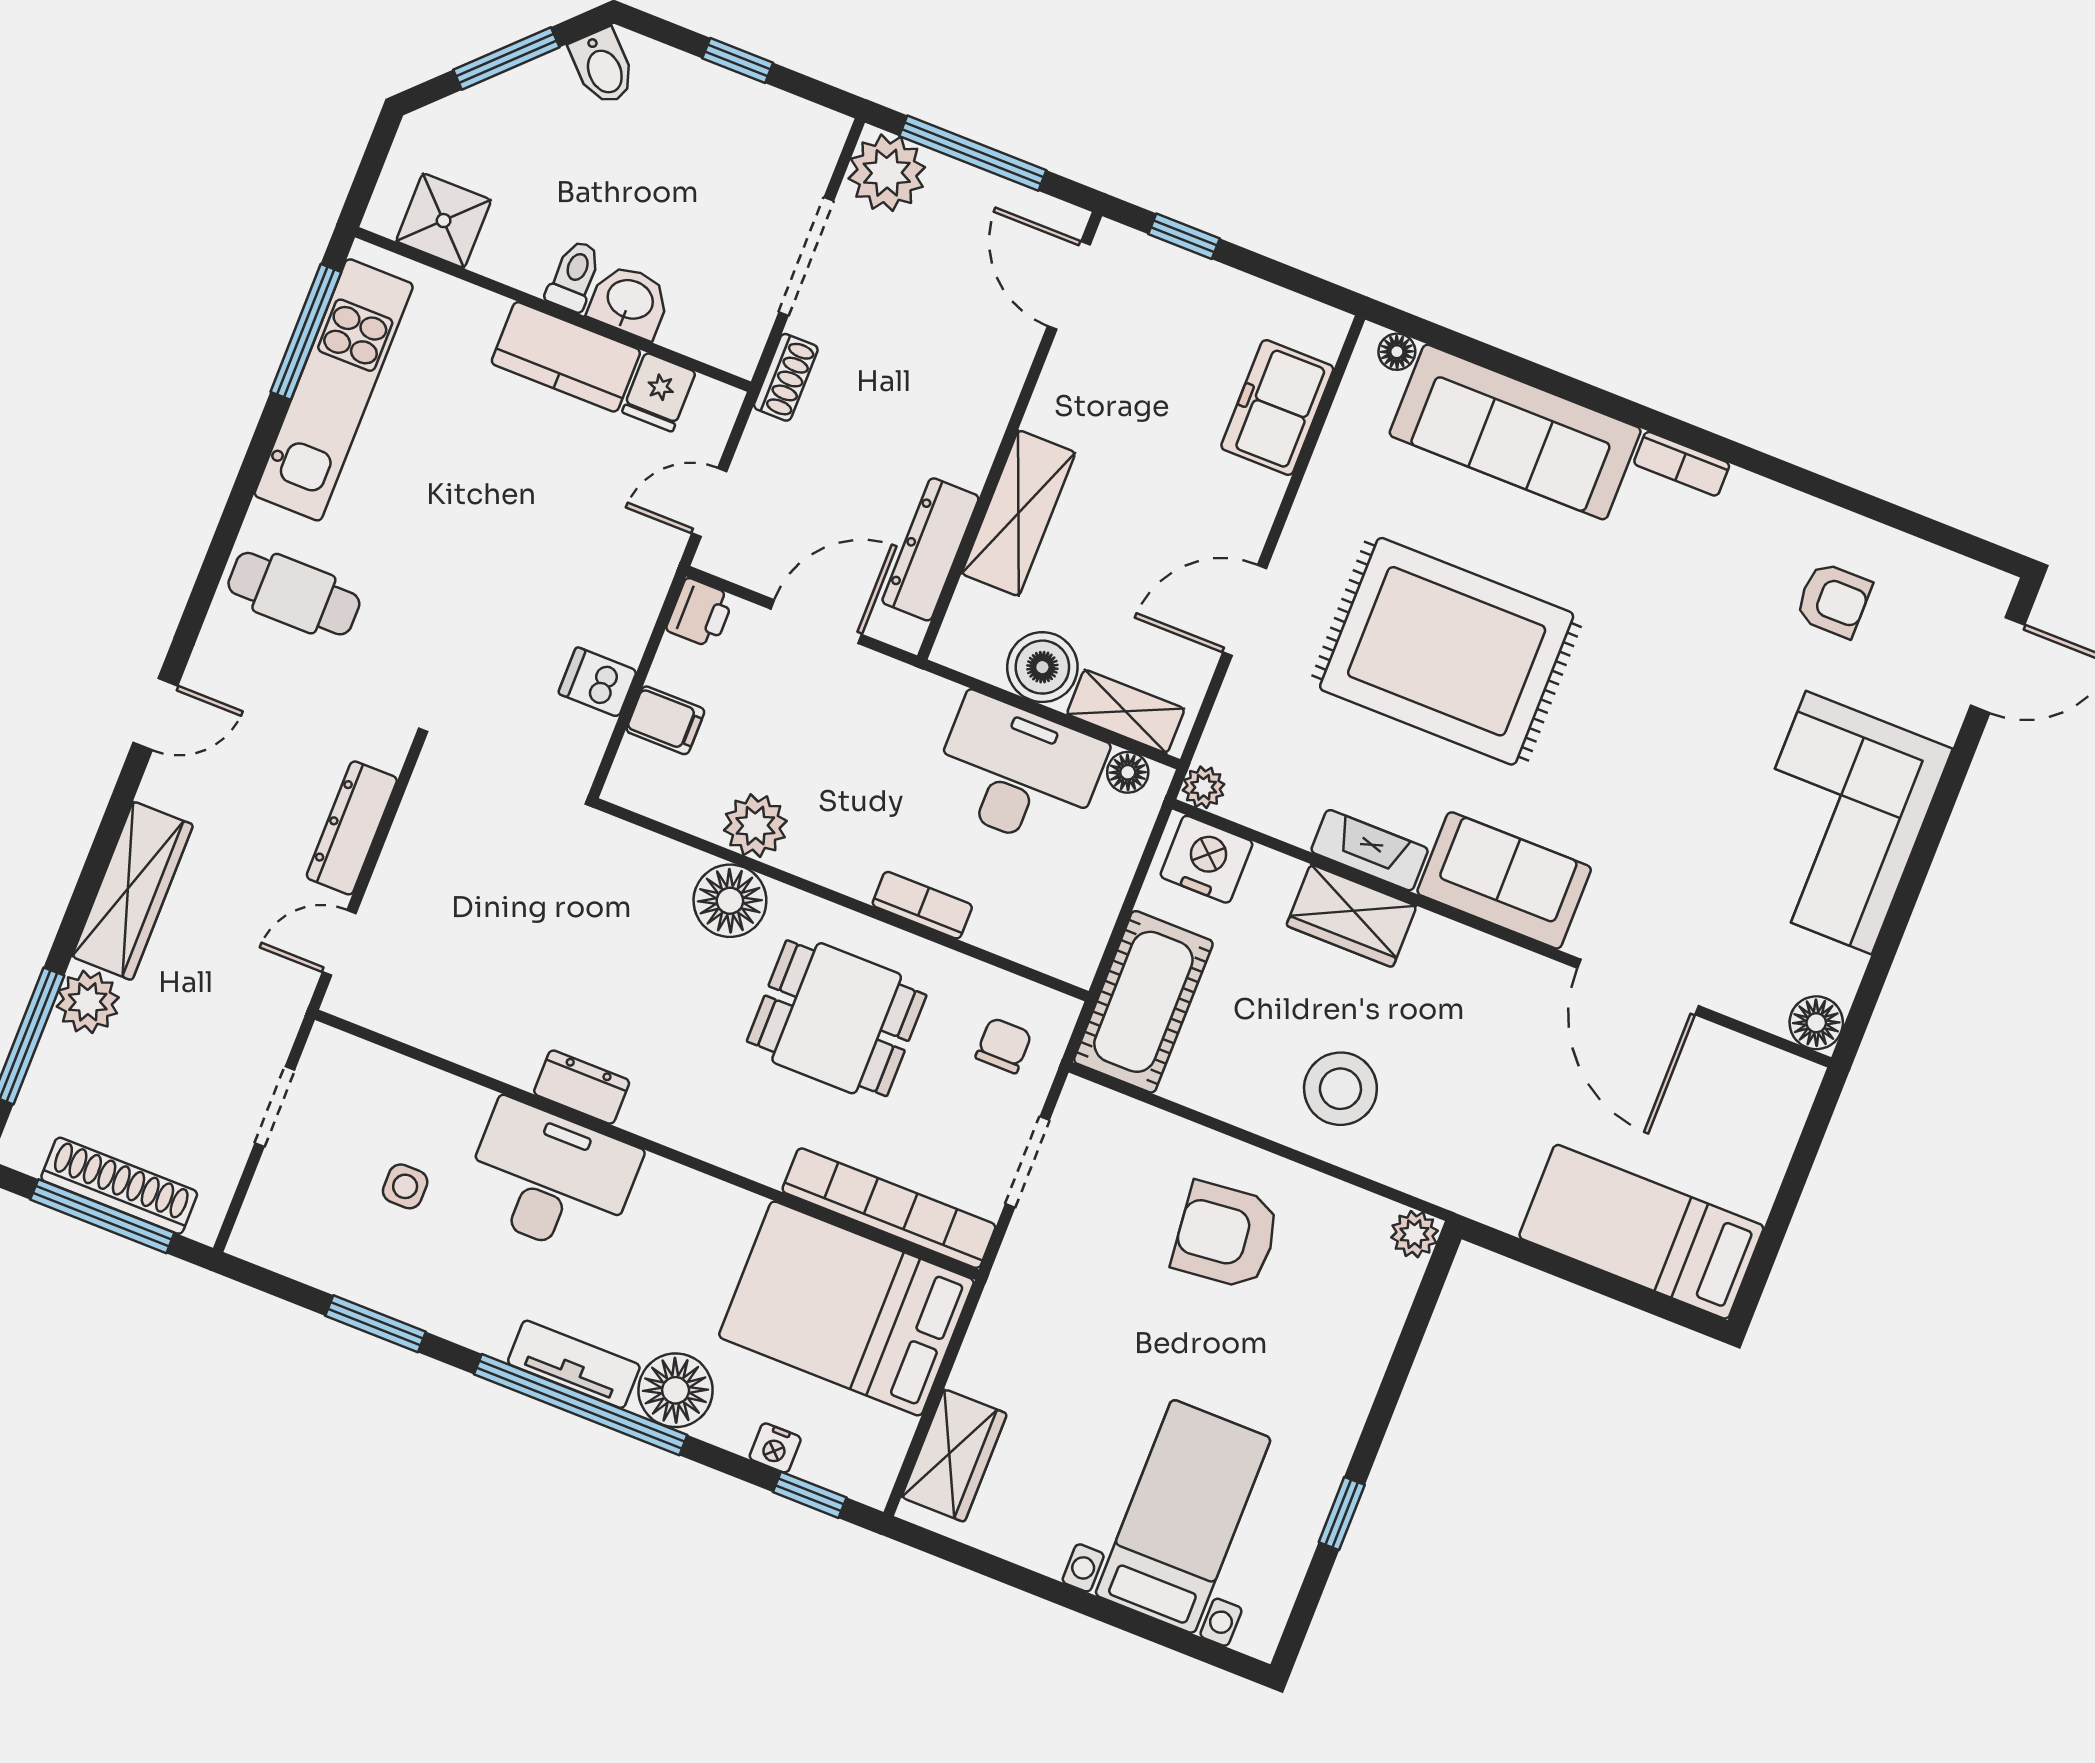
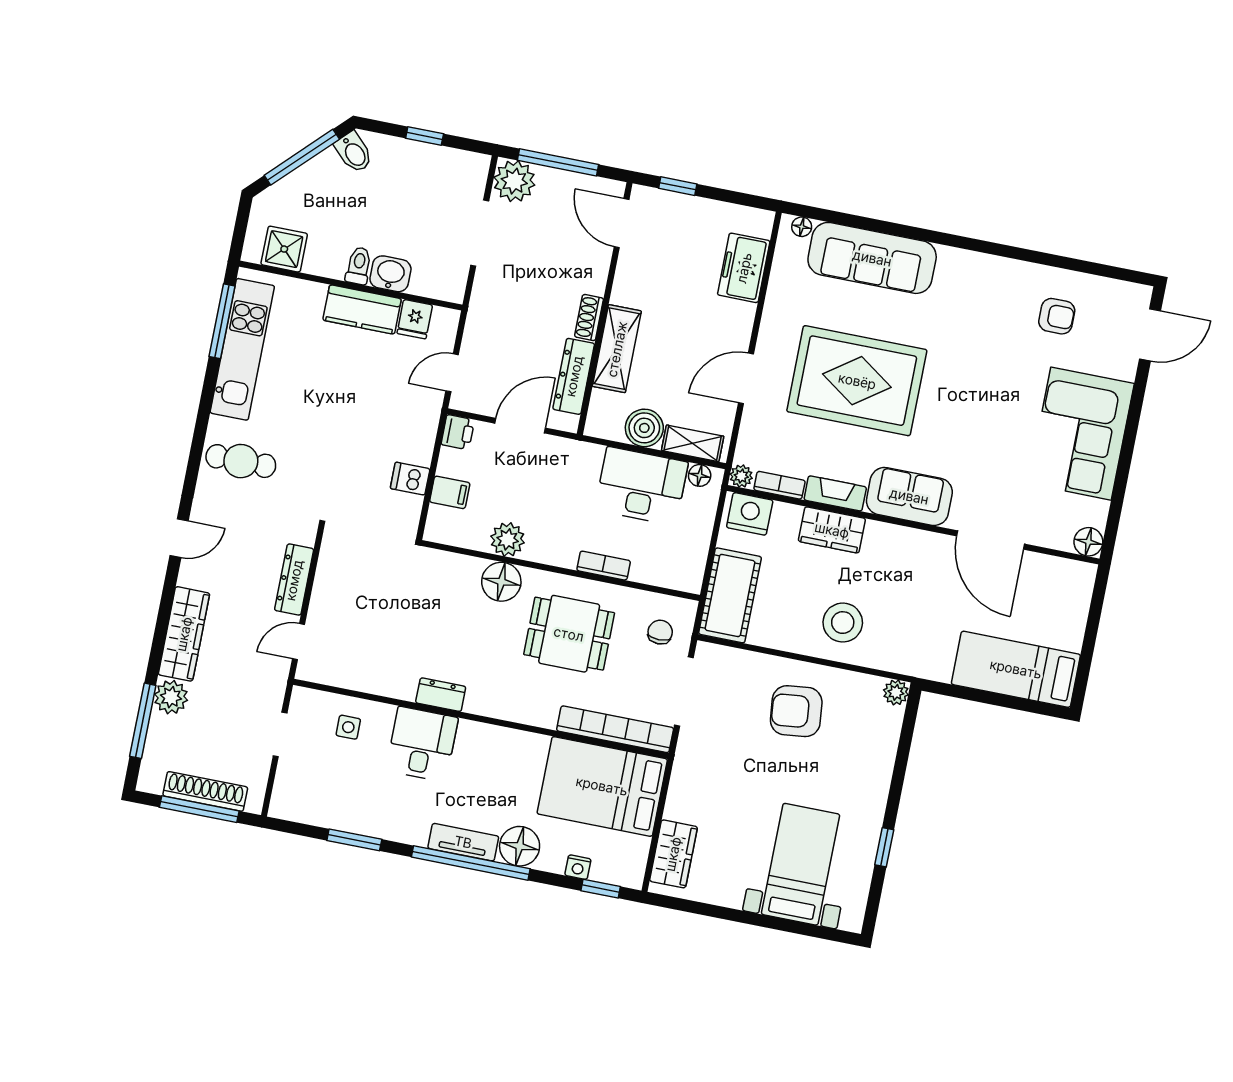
window: (506, 58) -> (302, 157), width x1.44
shoe rack: (786, 377) -> (589, 318), moved, turned 180
bookcase: (1682, 464) -> (779, 485), moved, turned 180
doorway: (1027, 1162) -> (684, 691), width x1.38
desk: (551, 1179) -> (422, 744), width x0.73
side table: (405, 1186) -> (348, 727), moved

